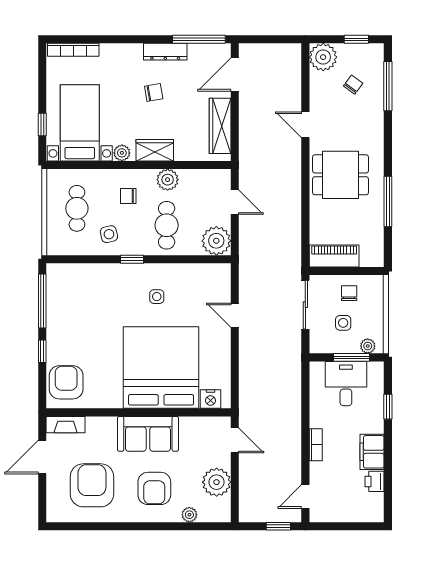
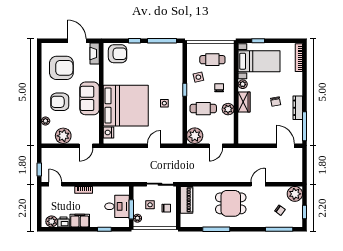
wardrobe: (220, 126) -> (257, 138), removed
dining table: (341, 175) -> (231, 203), turned 90
plant: (374, 504) -> (52, 221), added

